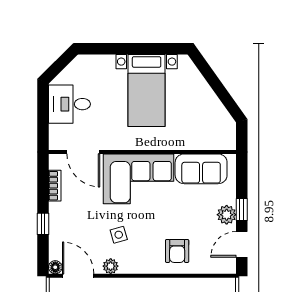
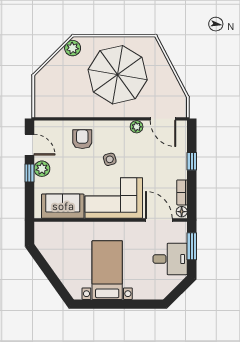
window: (43, 120) -> (192, 246), added
side table: (119, 235) -> (110, 159), moved
door: (242, 244) -> (29, 145), hinge flipped
floor lamp: (55, 267) -> (182, 212), moved

